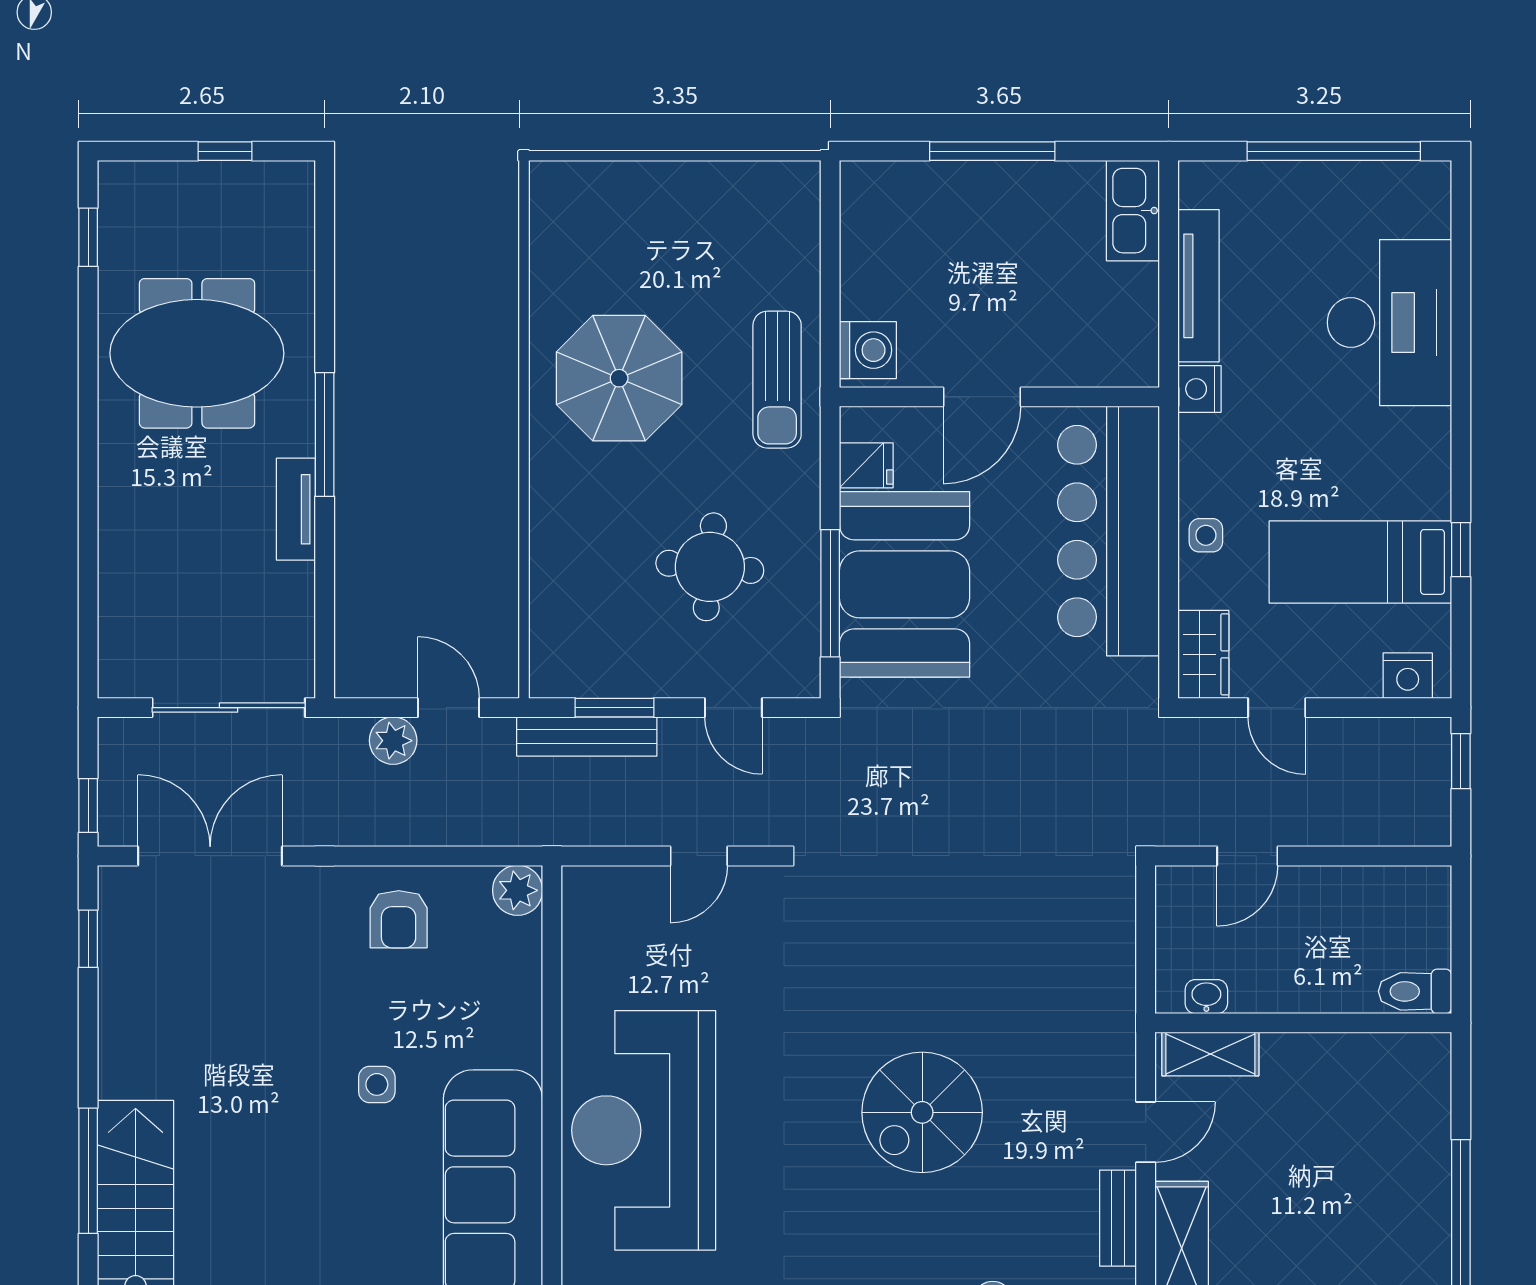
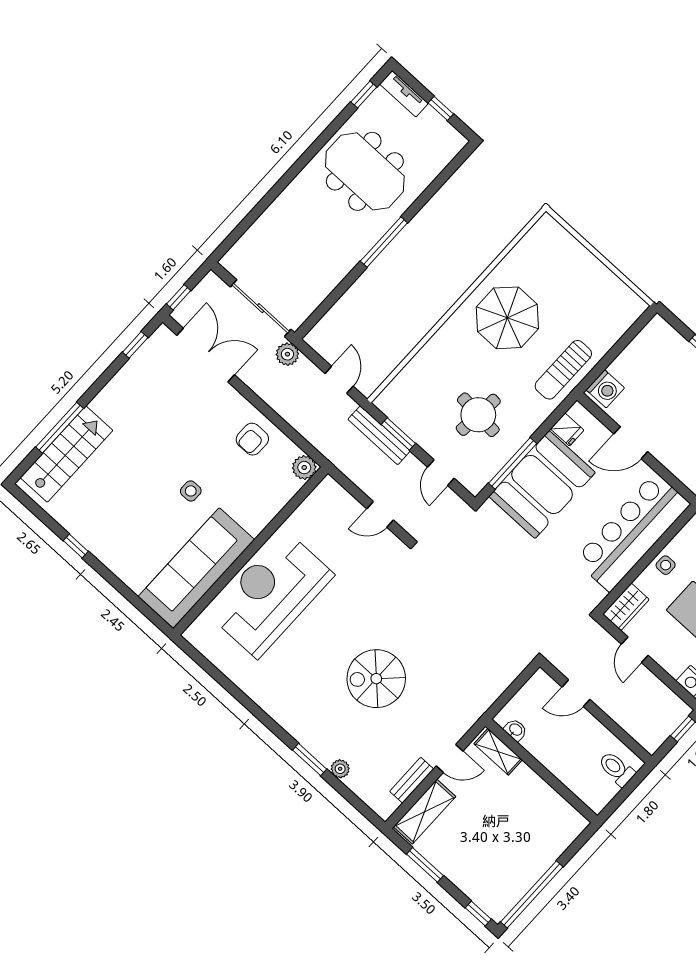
tv unit: (296, 509) -> (404, 94), moved, turned -90
plant: (393, 741) -> (287, 354), moved
toilet: (1415, 991) -> (617, 769), moved

